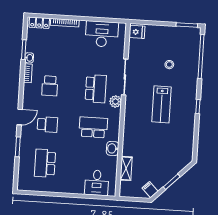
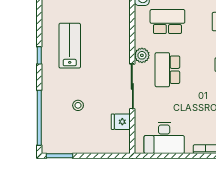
fridge: (137, 32) -> (121, 122), moved
lab bench: (161, 104) -> (70, 46), moved
school desk: (93, 127) -> (167, 22), turned 180

